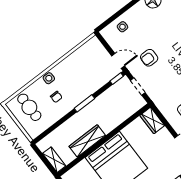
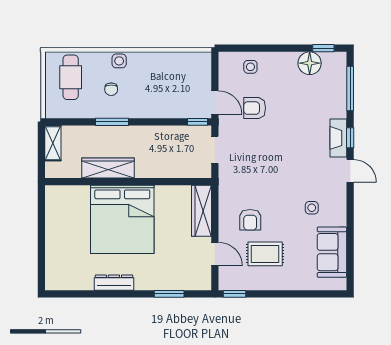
armchair: (149, 58) -> (255, 108), moved
window: (84, 103) -> (112, 122), moved
wardrobe: (152, 121) -> (202, 211), width x1.50
shelving: (54, 160) -> (53, 143), moved

